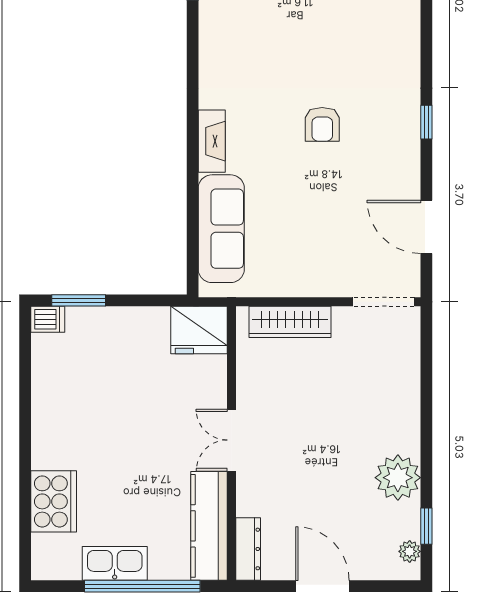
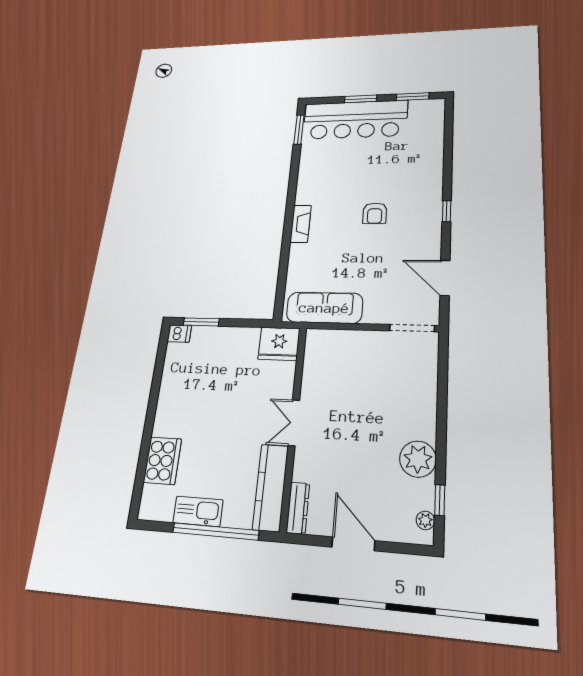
sofa: (221, 229) -> (324, 308), moved, turned -90
wardrobe: (290, 322) -> (343, 340), removed

